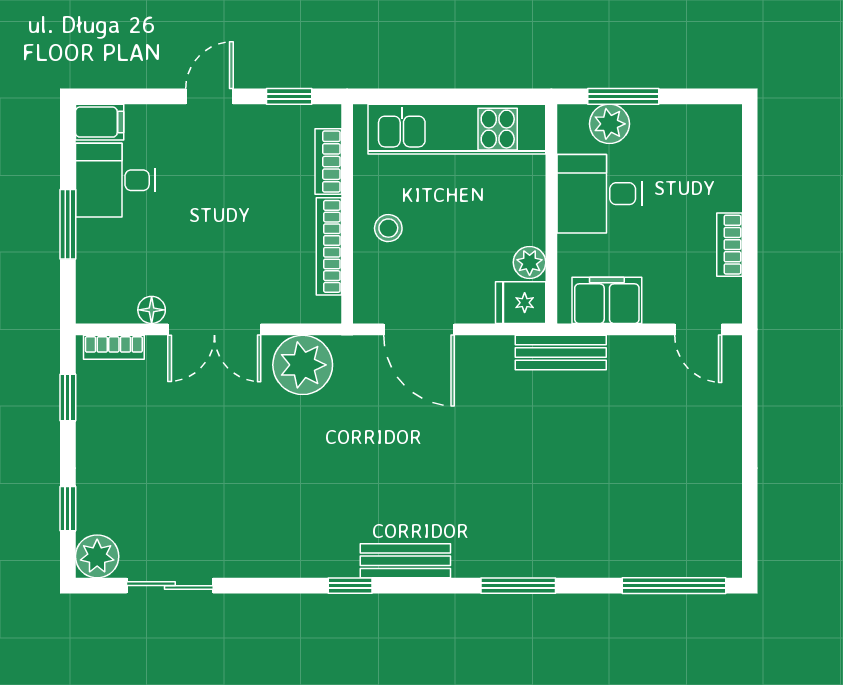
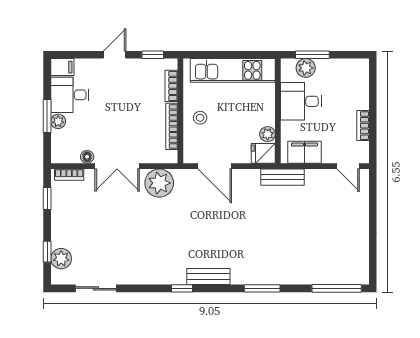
plant: (91, 236) -> (58, 121), added
plant: (97, 556) -> (61, 259), moved

